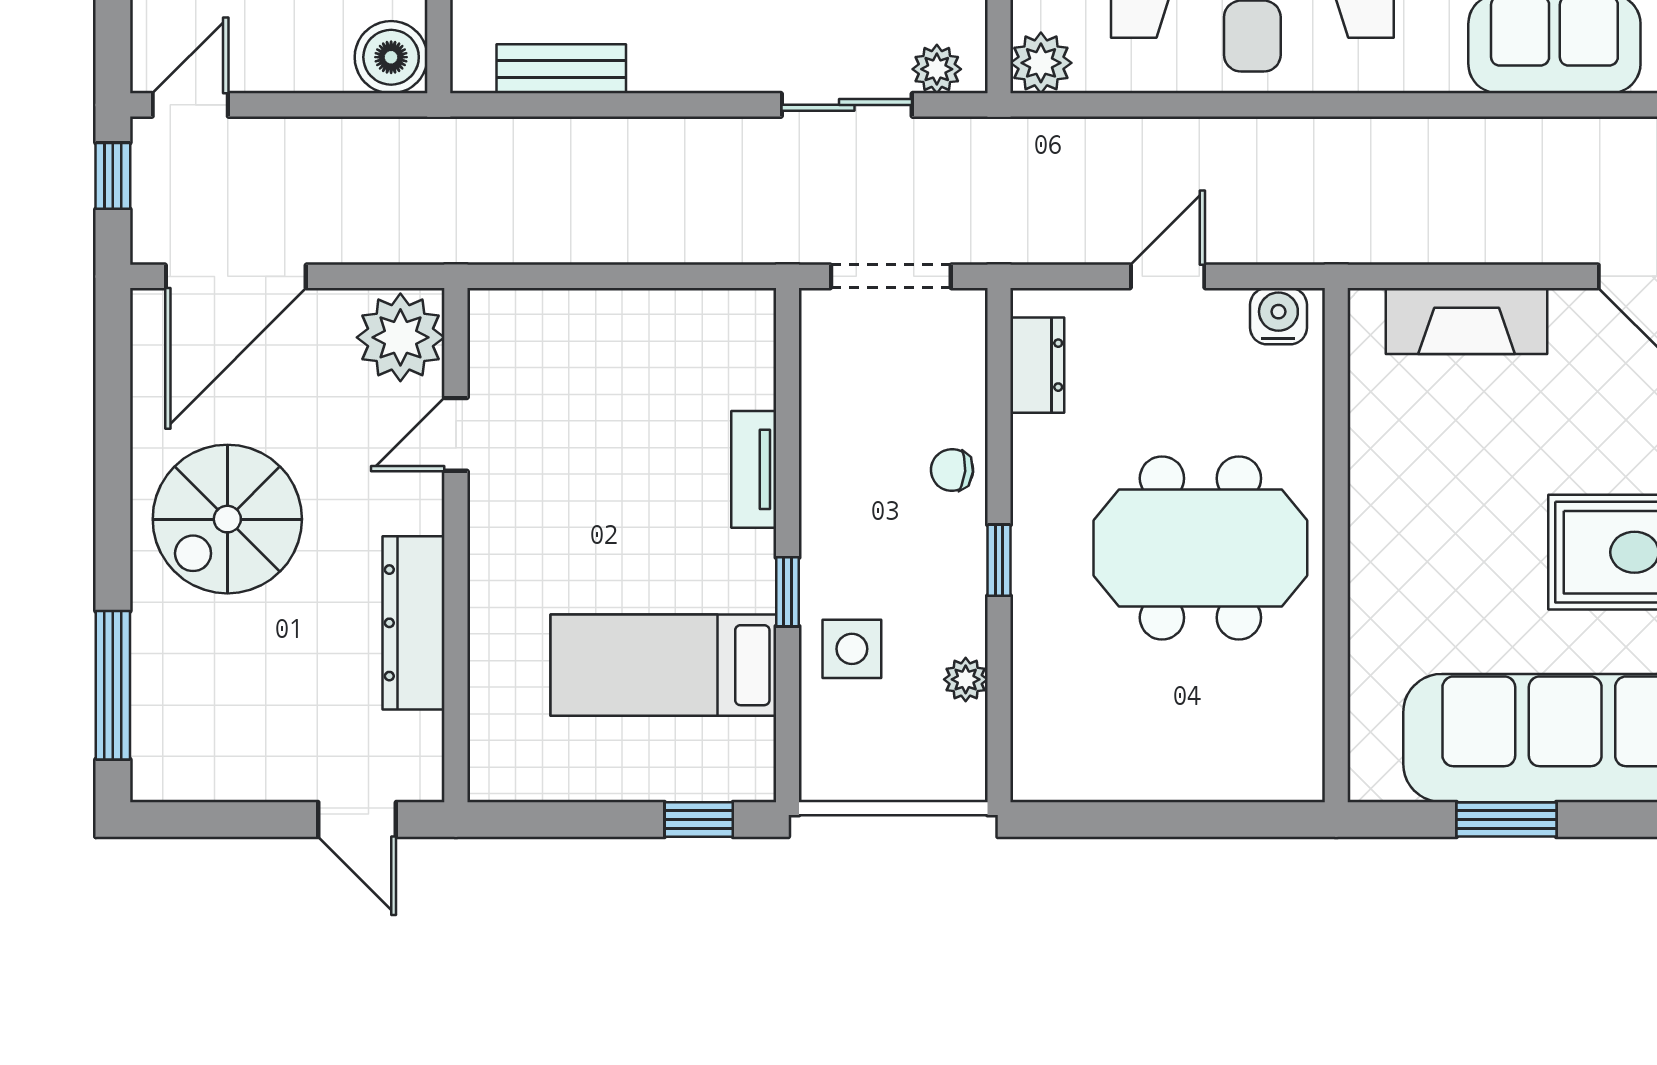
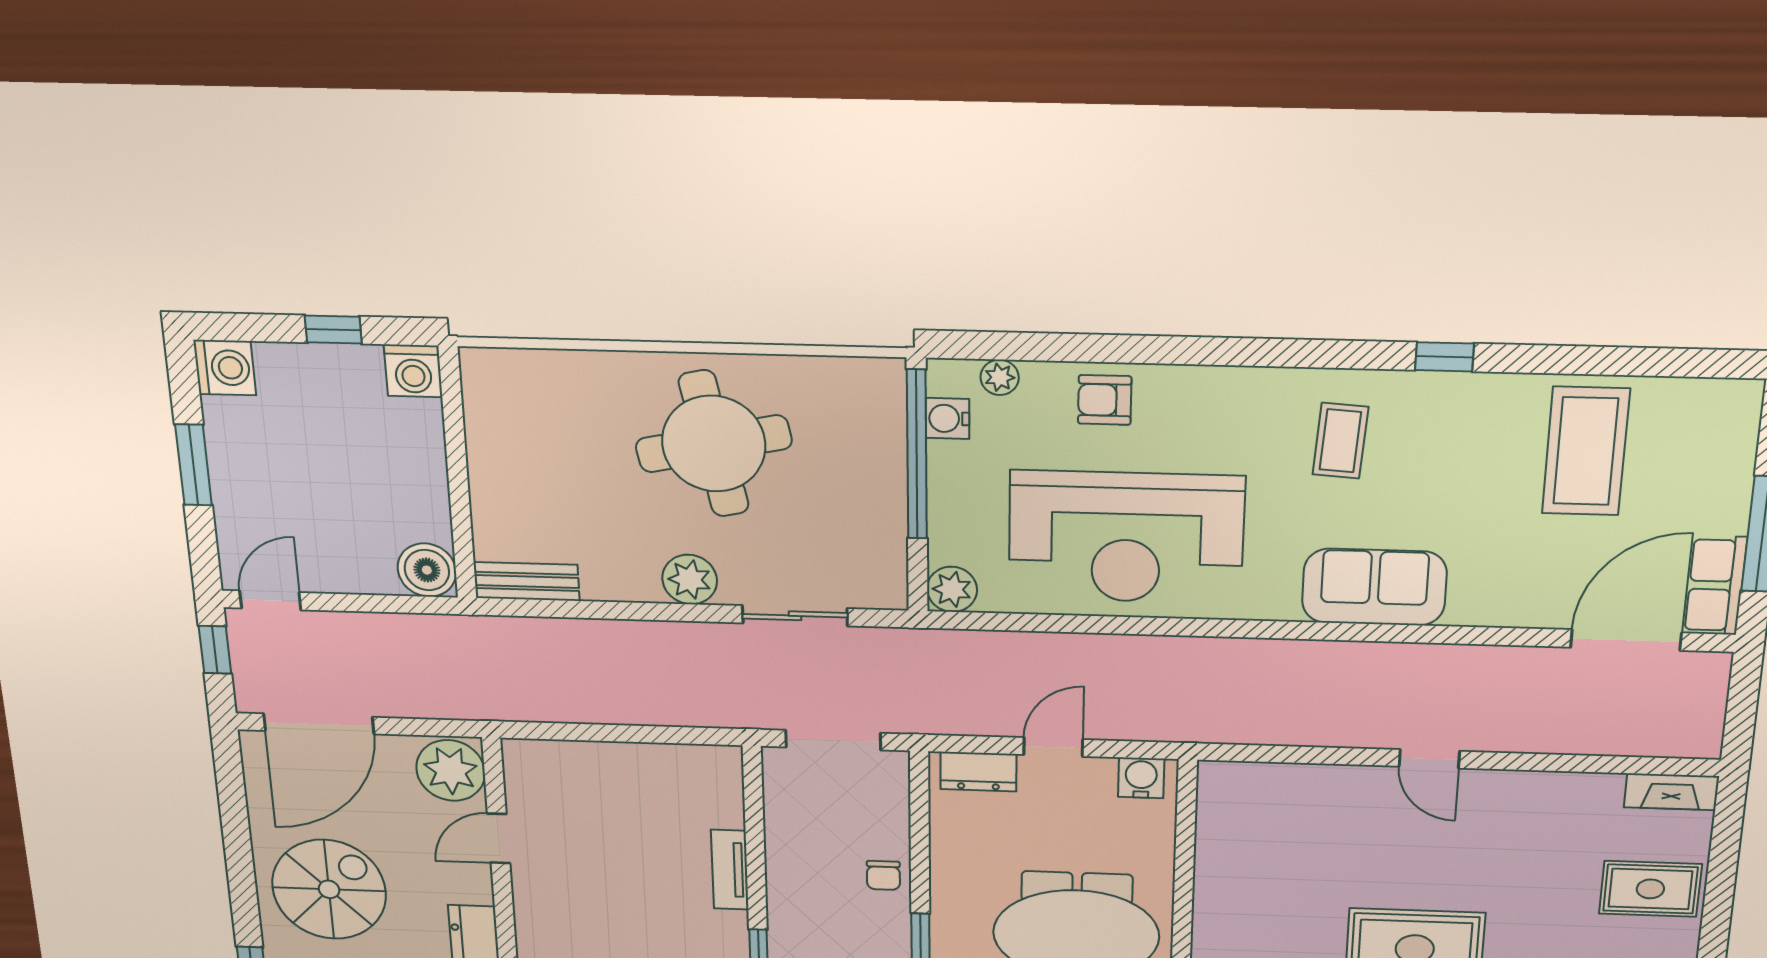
bench: (561, 69) -> (527, 581), moved
plant: (937, 69) -> (690, 580), moved, width x1.38, depth x1.38
fireplace: (1467, 321) -> (1291, 786), removed
dresser: (1037, 365) -> (978, 772), moved, turned 90
chair: (952, 470) -> (883, 875), turned -95
spiral stairs: (227, 519) -> (329, 889), turned 180

